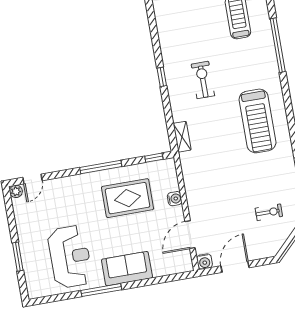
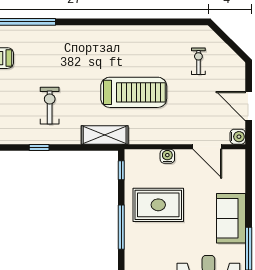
exercise bike: (203, 80) -> (50, 106), turned 90
treadmill: (258, 121) -> (134, 92), moved
shelving: (182, 137) -> (105, 135), width x1.50, depth x1.33
rug: (128, 198) -> (158, 205), turned 90

